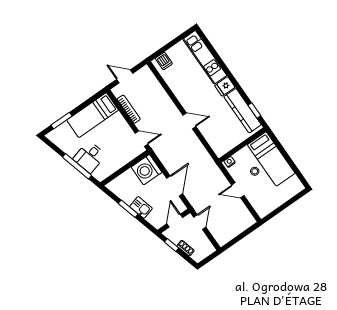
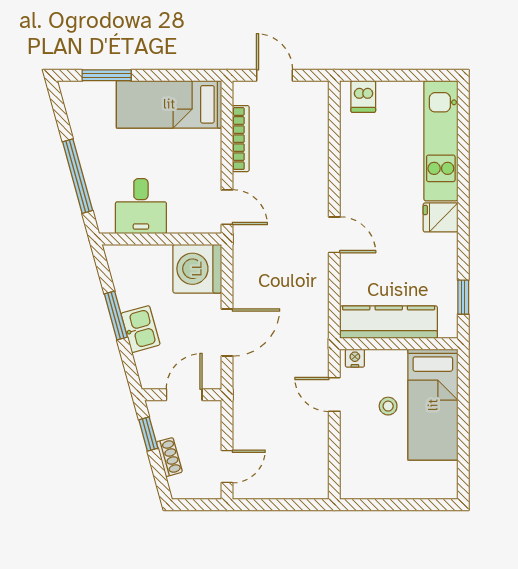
kitchen counter: (242, 111) -> (389, 322), moved, turned 90
desk: (89, 157) -> (141, 206), moved, turned -75
door: (238, 190) -> (334, 394), moved
door: (200, 222) -> (227, 467), moved

